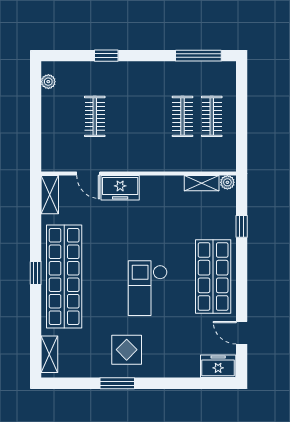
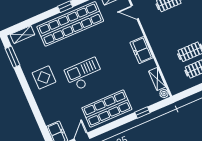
door: (88, 173) -> (135, 12), hinge flipped
freezer: (120, 188) -> (142, 50), moved
window: (117, 383) -> (12, 57), moved

